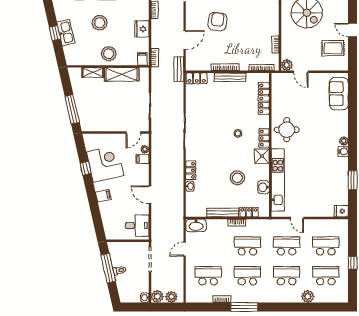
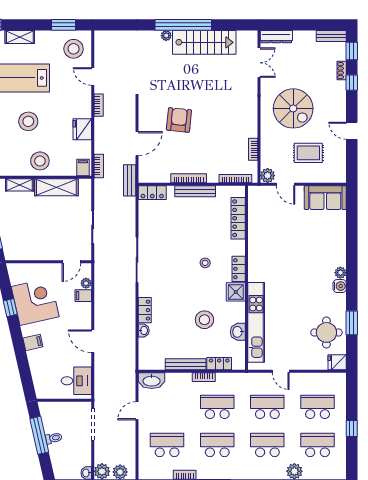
rug: (333, 48) -> (308, 153), moved
sofa: (339, 94) -> (325, 198), moved, turned -90
round table: (287, 130) -> (326, 332), moved

